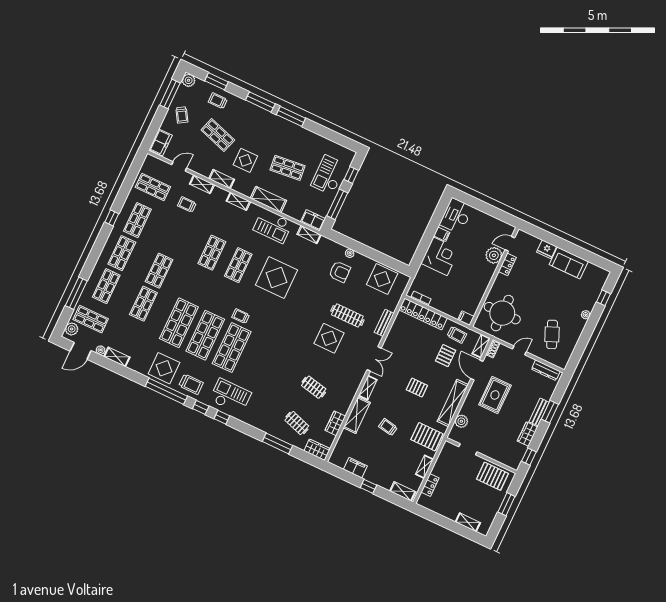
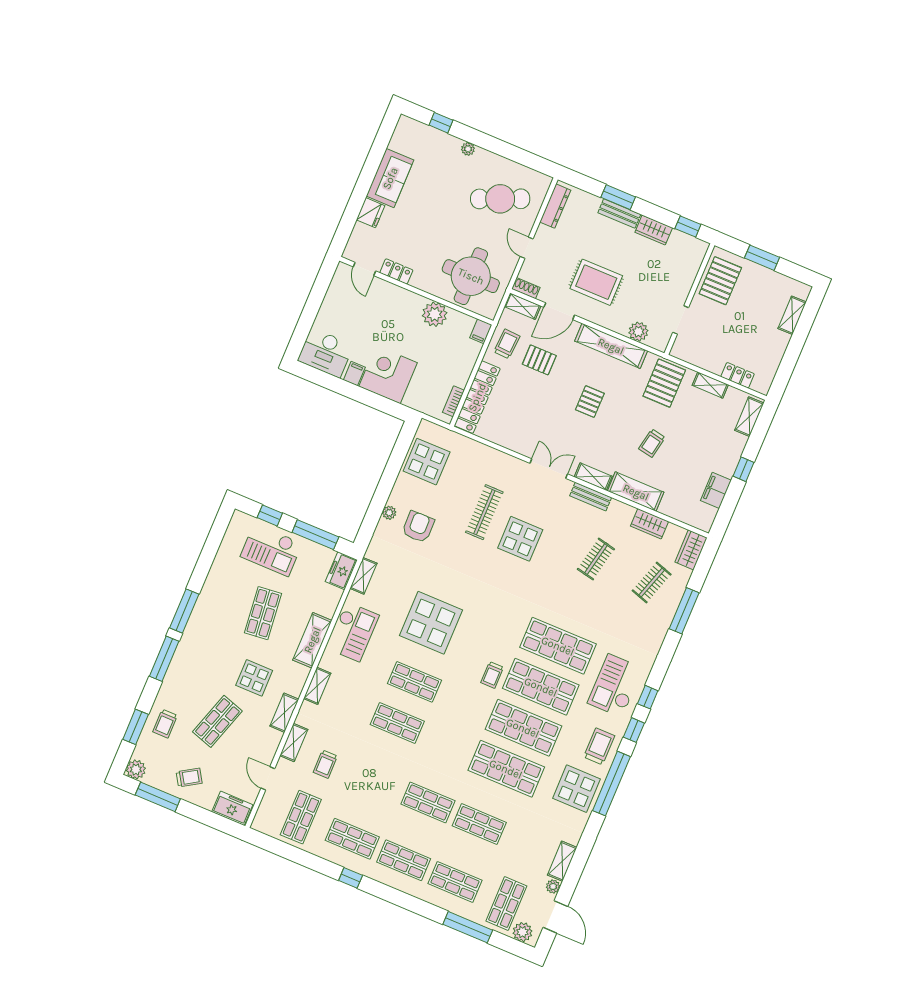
plant: (494, 255) -> (435, 314), moved
bench: (384, 323) -> (591, 497), moved
cafe table: (552, 334) -> (500, 199), width x1.37, depth x1.35
shop shelf: (258, 360) -> (558, 646), added

